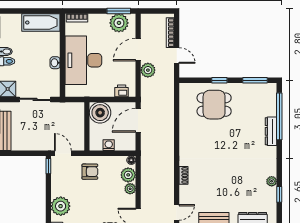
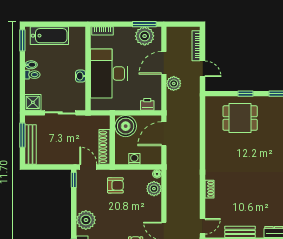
bathtub: (41, 23) -> (49, 36), moved
shoe rack: (79, 133) -> (104, 147), added
plant: (130, 189) -> (156, 203), removed

